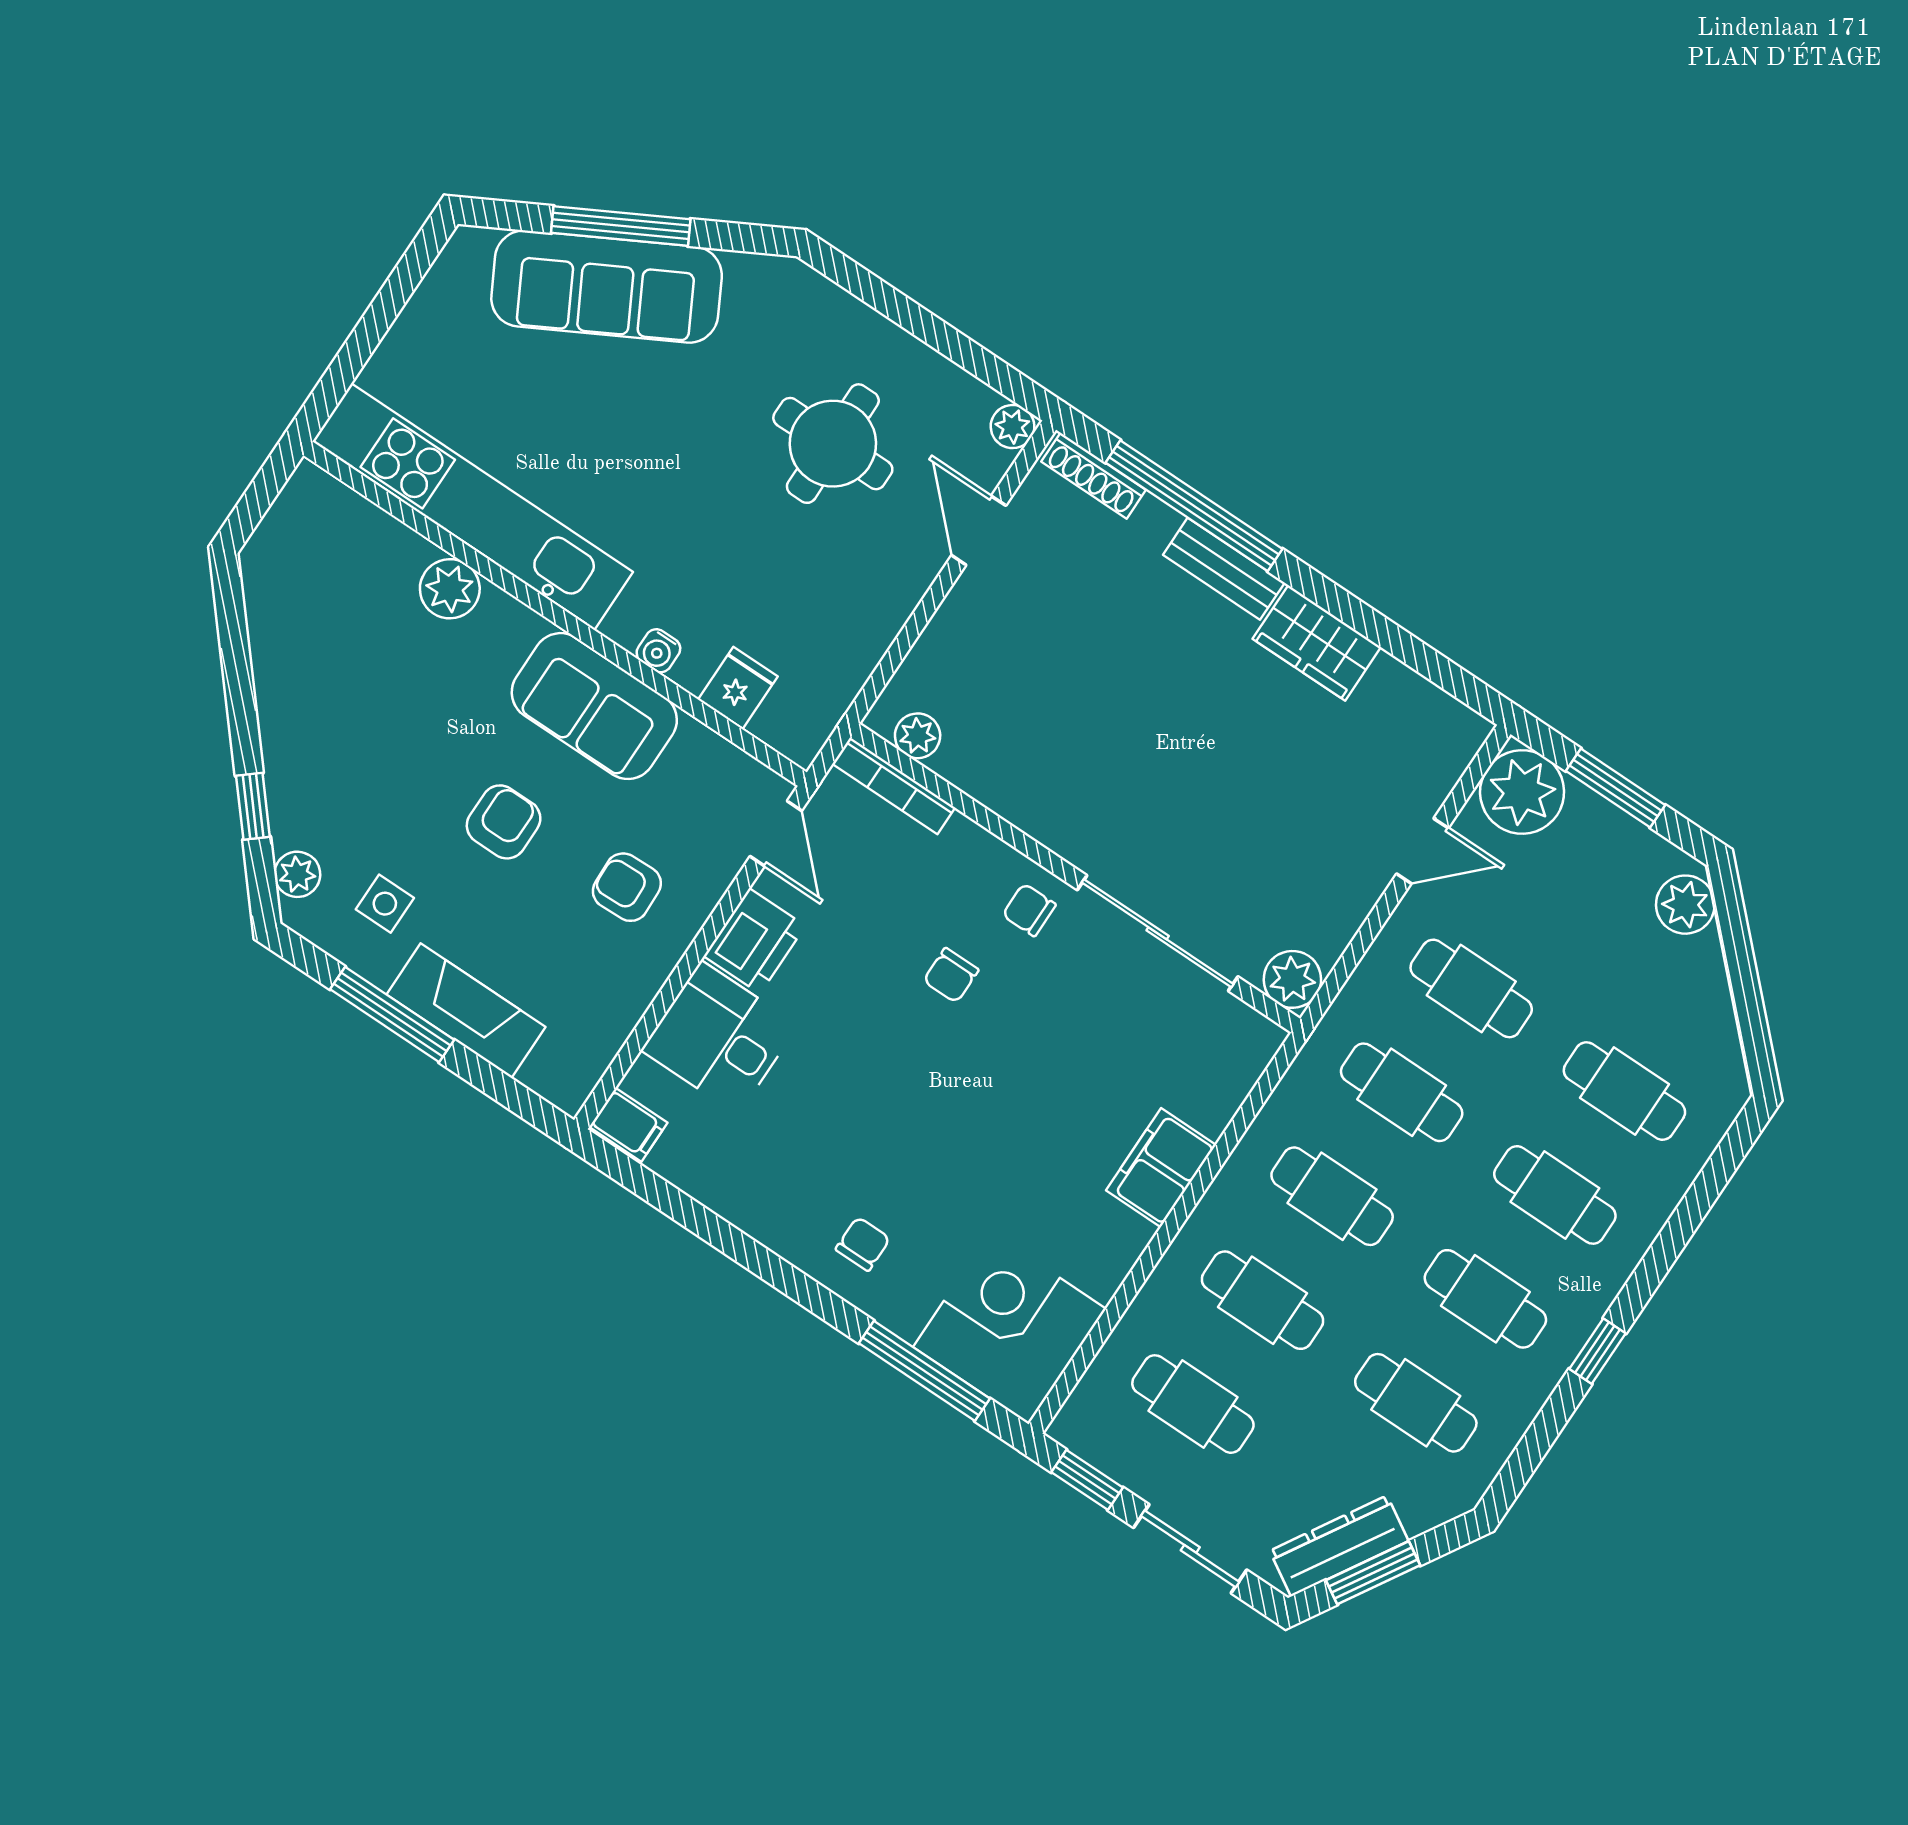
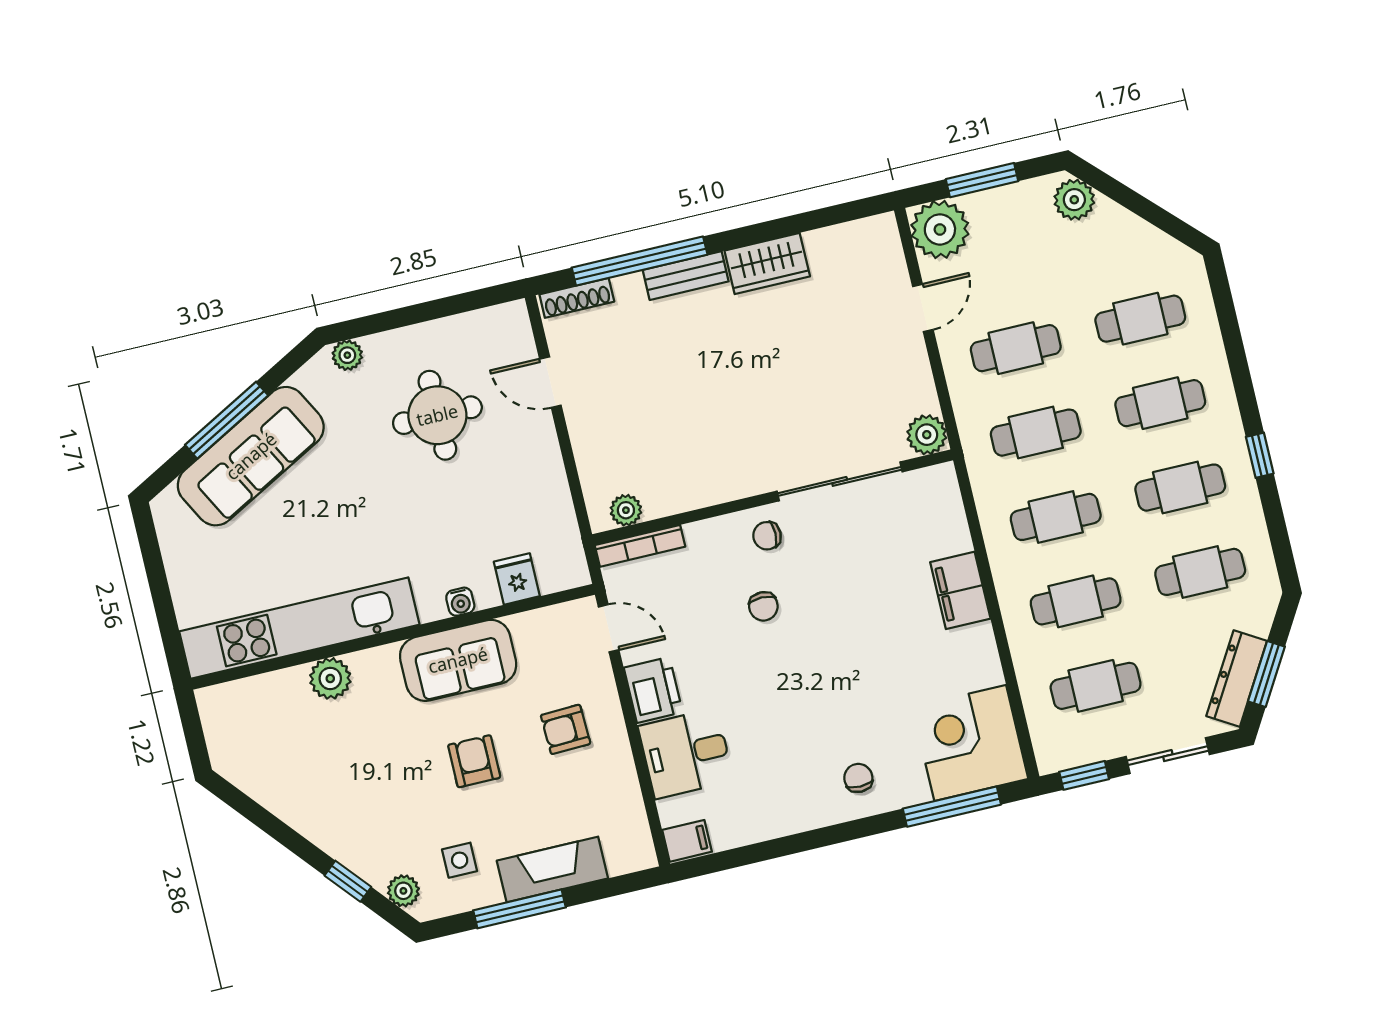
plant: (1013, 427) -> (347, 355), moved

